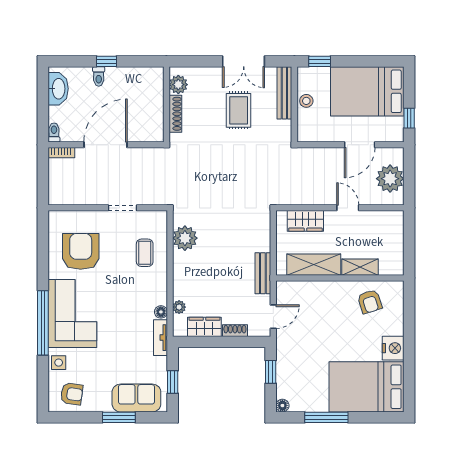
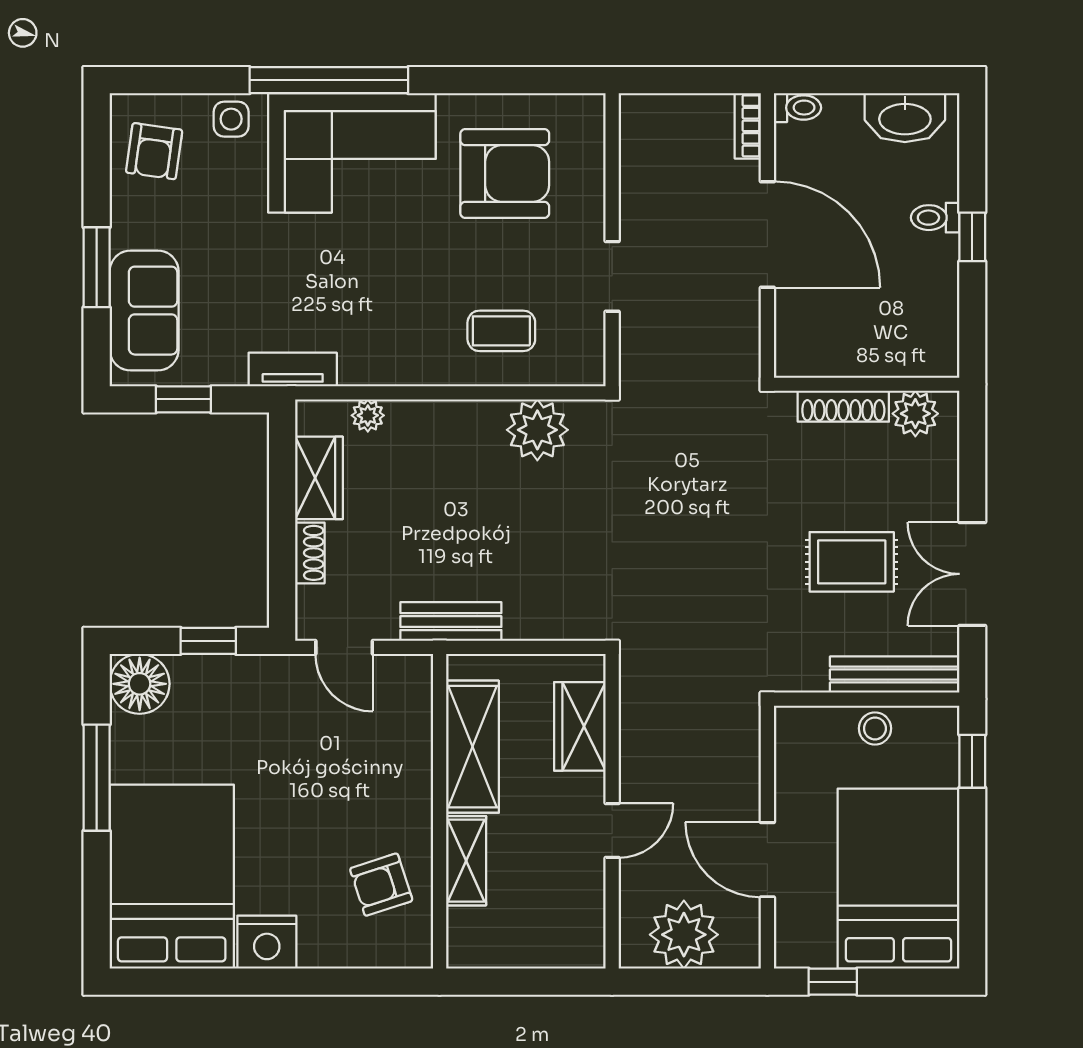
floor lamp: (161, 312) -> (356, 371), removed
floor lamp: (282, 406) -> (140, 684), width x1.89, depth x1.89

